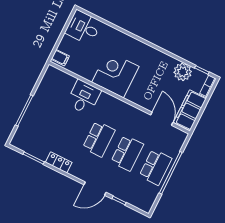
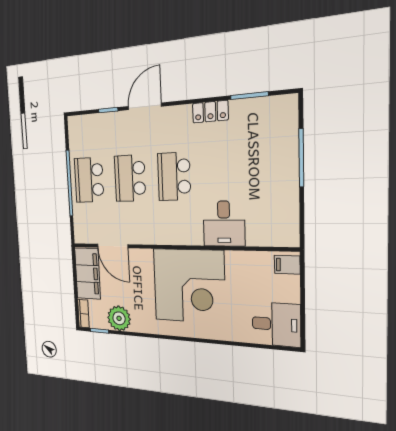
corner desk: (115, 74) -> (189, 286), width x1.36, depth x1.36

